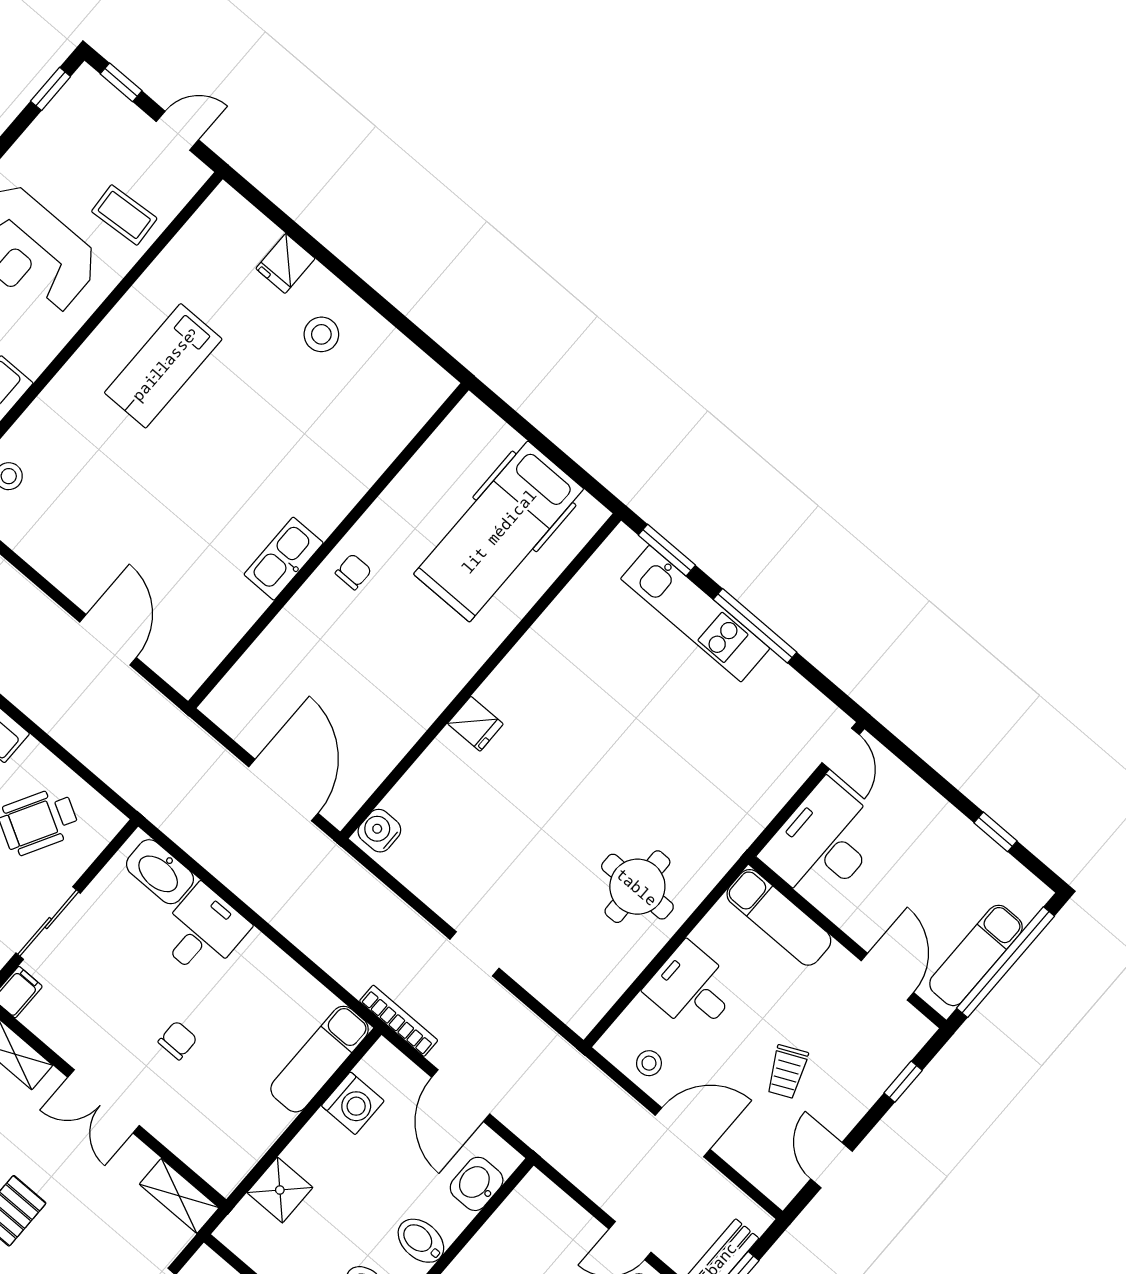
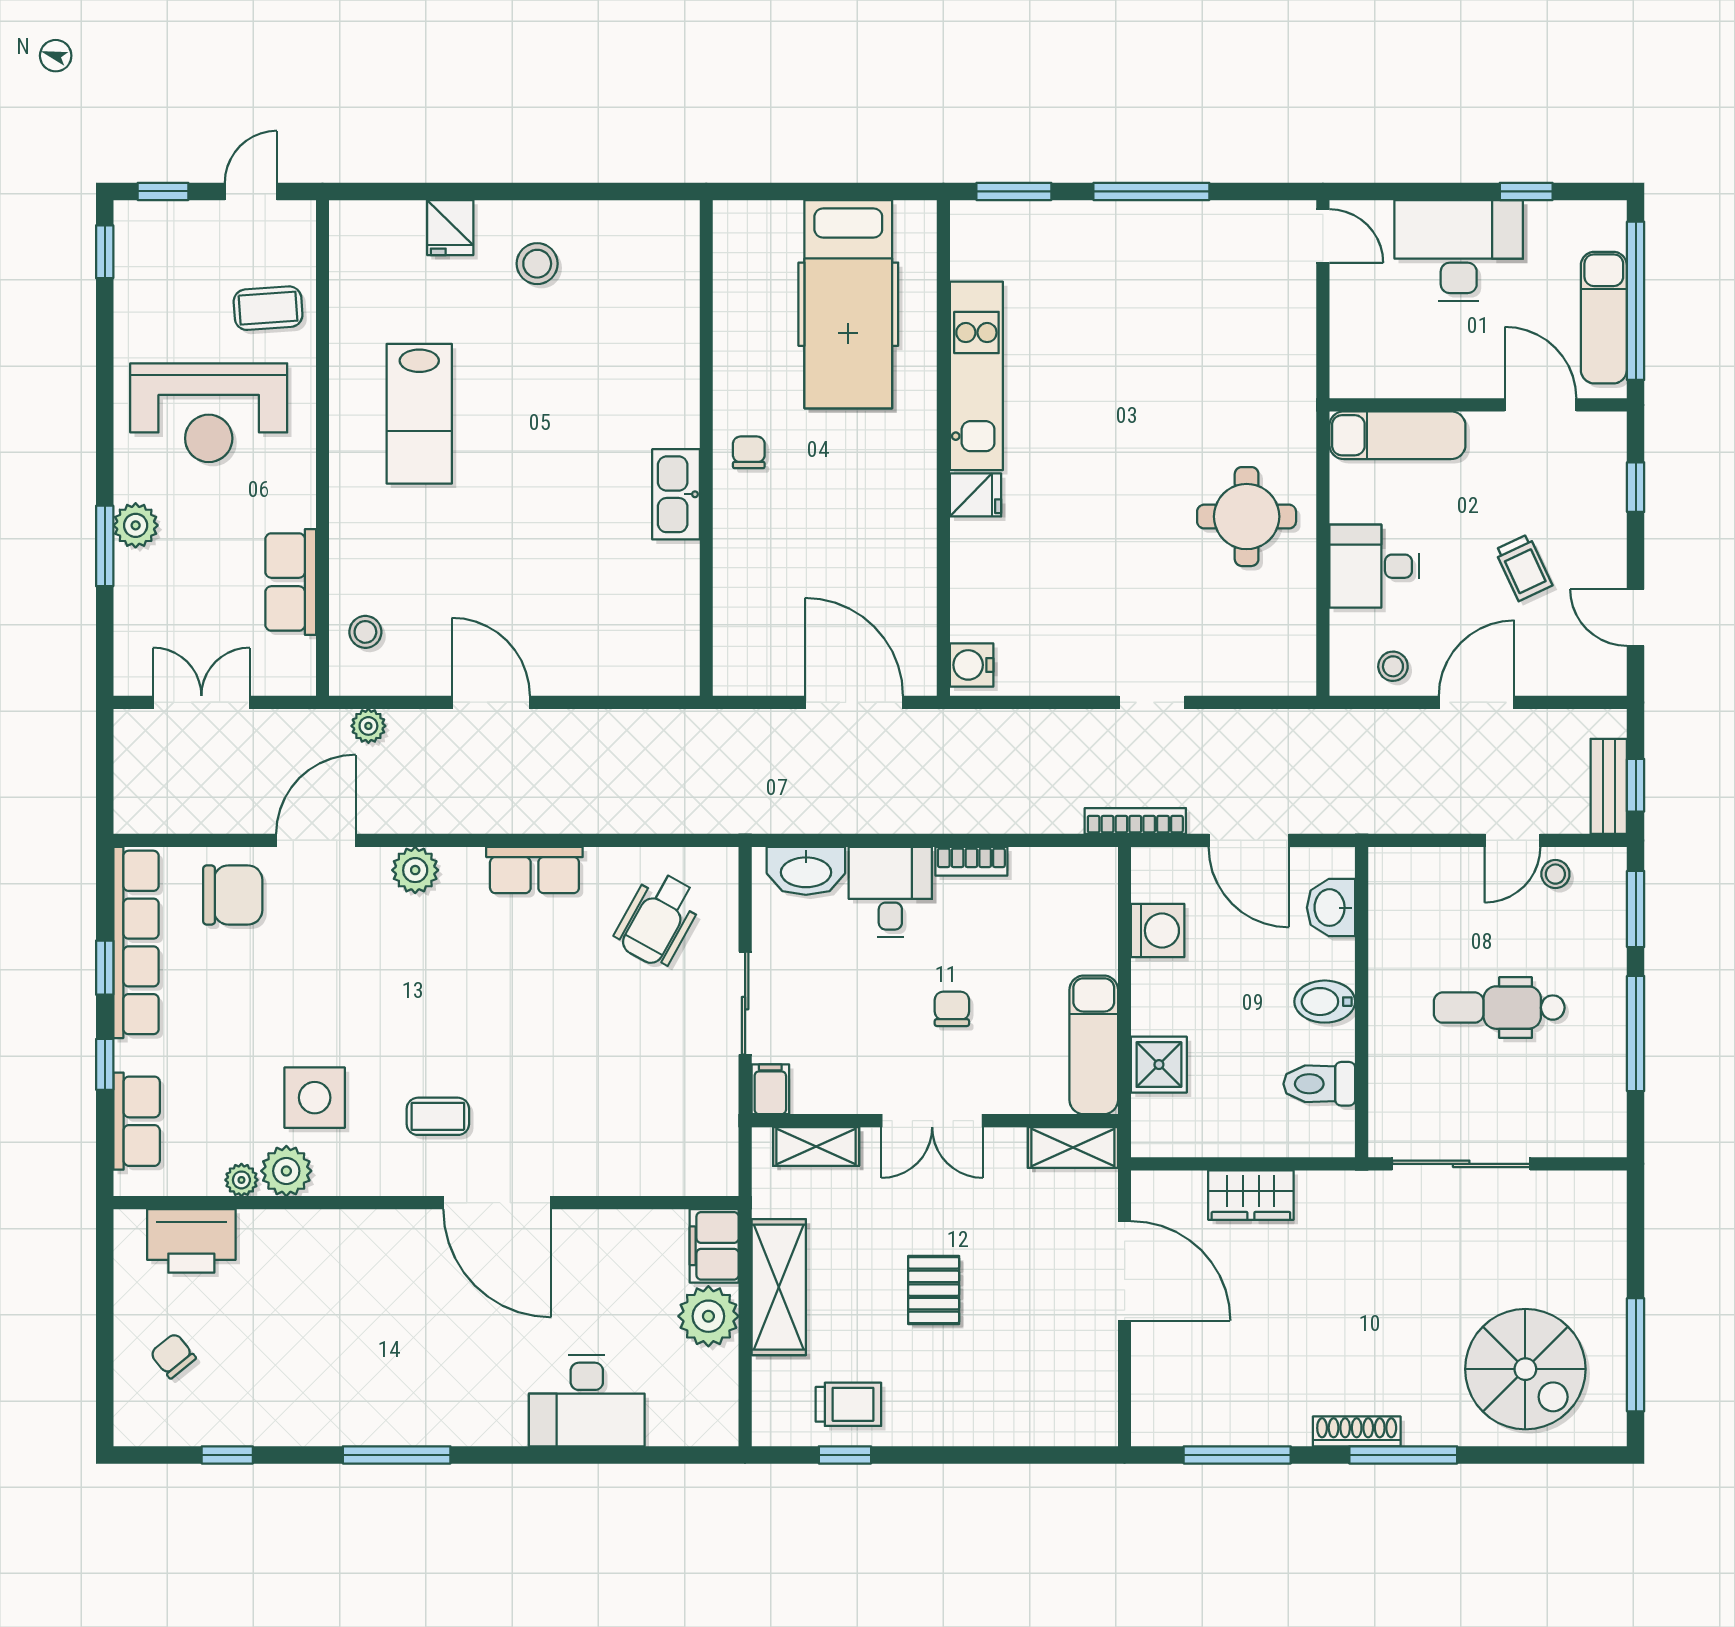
kitchen unit: (695, 614) -> (976, 376), moved, turned -90
door: (108, 640) -> (491, 702), moved
desk: (823, 843) -> (1459, 251), moved, turned 90
bookcase: (271, 956) -> (971, 861), added
exam couch: (320, 1059) -> (1094, 1045), moved

